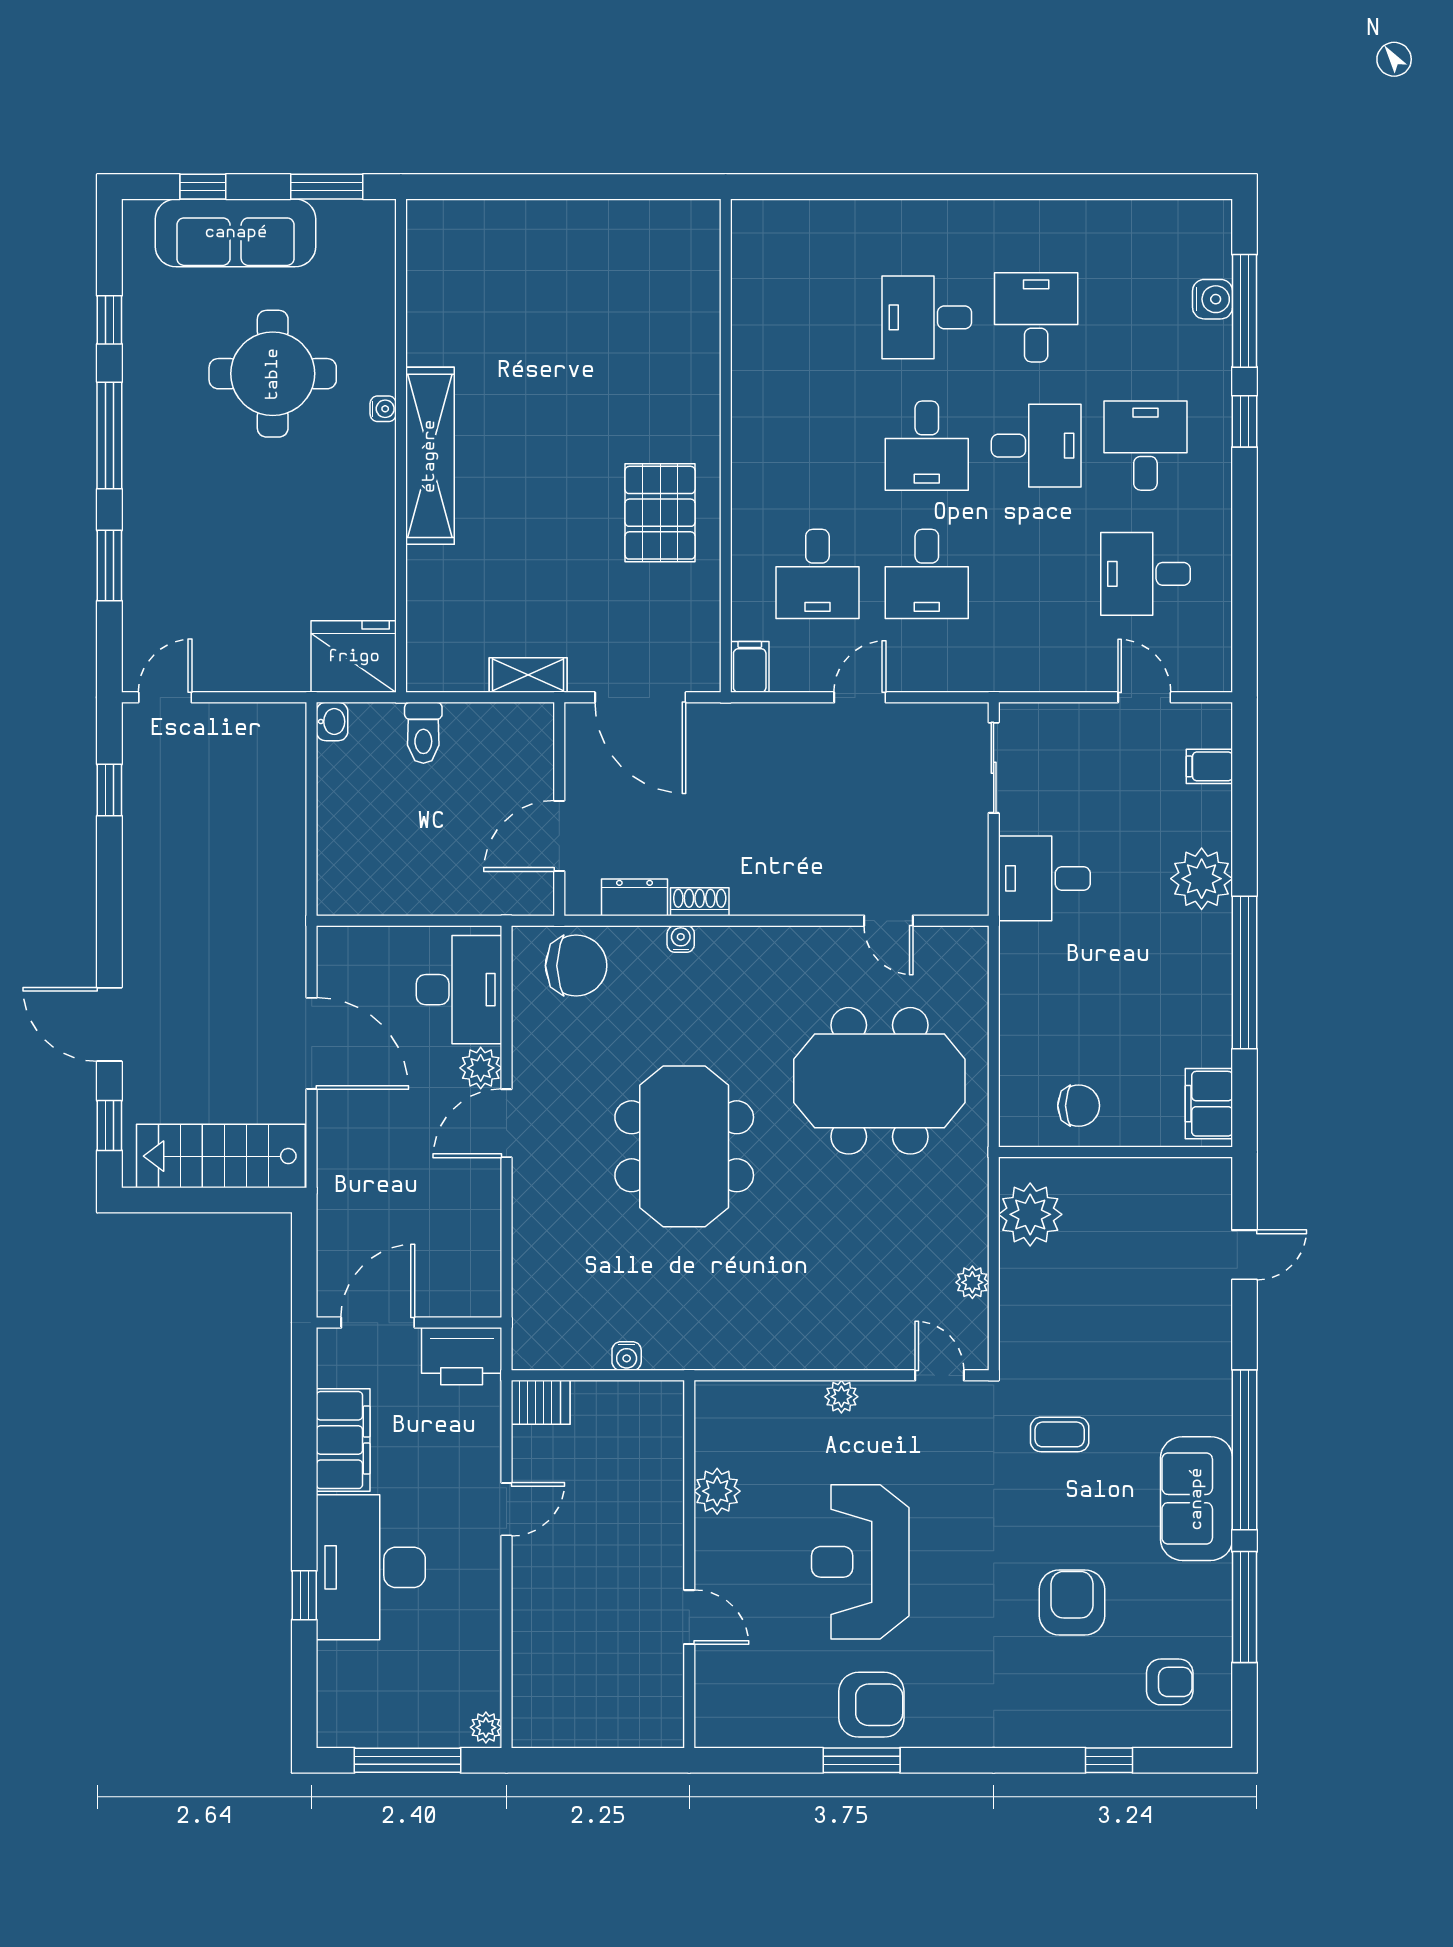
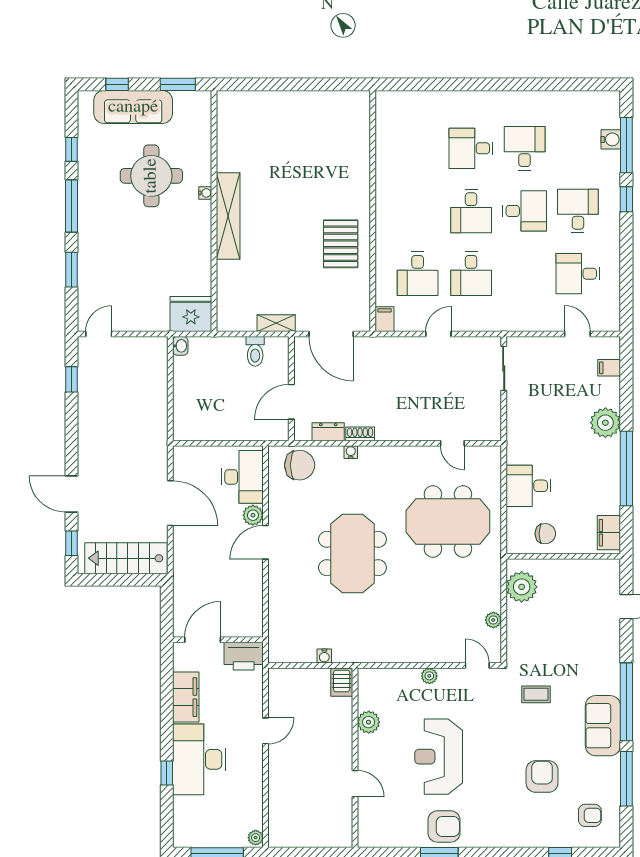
toilet: (423, 733) -> (255, 351), moved
desk: (1044, 878) -> (529, 486), moved
server rack: (541, 1402) -> (342, 682), moved, turned 90

